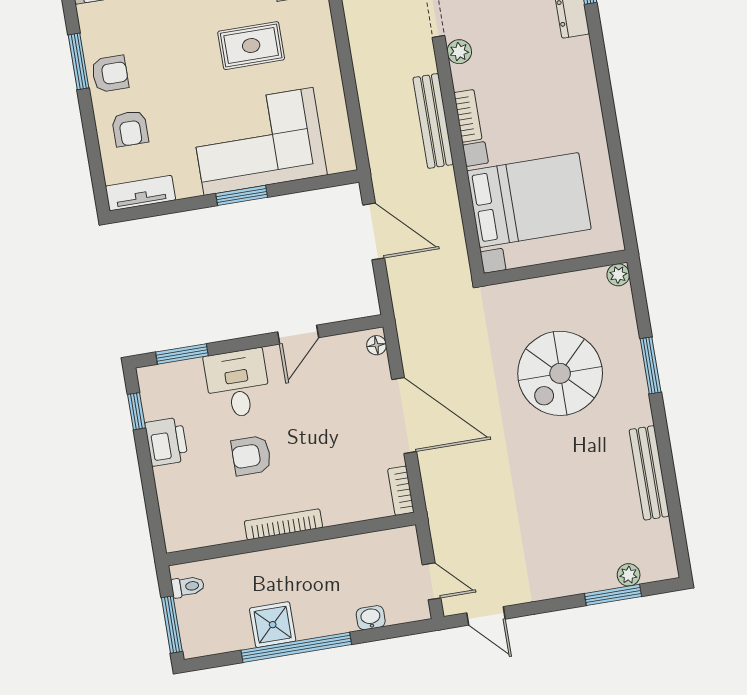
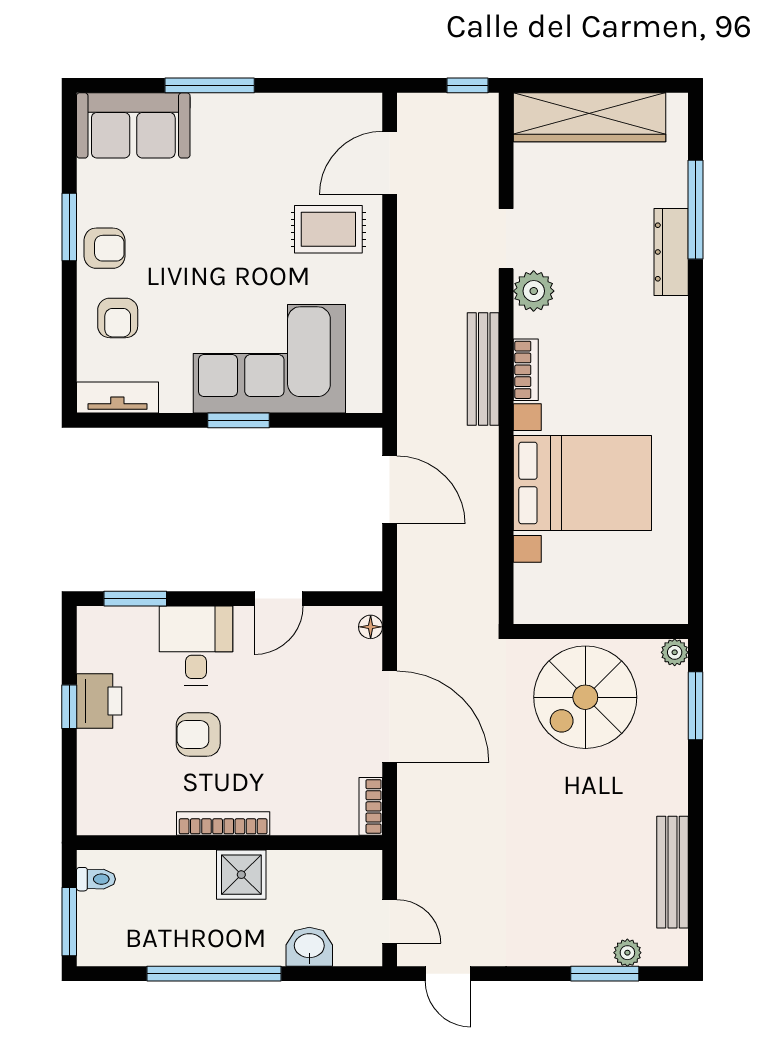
rug: (251, 46) -> (328, 229), moved
plant: (459, 52) -> (534, 291), width x1.38, depth x1.38
wall: (556, 268) -> (601, 631), moved
plant: (618, 275) -> (675, 652), moved
window: (136, 411) -> (69, 707), moved
bench: (649, 473) -> (673, 872), moved
washbasin: (371, 618) -> (309, 947), width x1.38, depth x1.45
shower: (273, 625) -> (241, 875), moved

